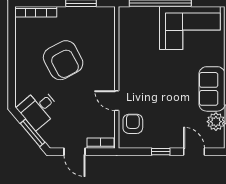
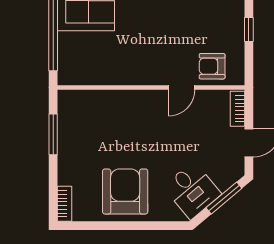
bookcase: (36, 12) -> (65, 204), width x0.64
armchair: (63, 60) -> (125, 191), moved, turned -62

